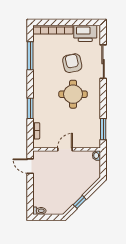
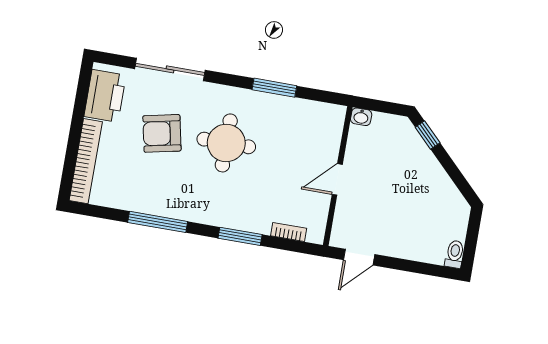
window: (30, 56) -> (158, 222), moved
window: (103, 129) -> (274, 88), moved
door: (65, 149) -> (337, 179), hinge flipped
window: (80, 202) -> (428, 135), moved

